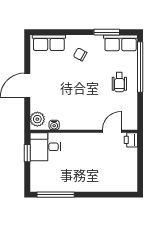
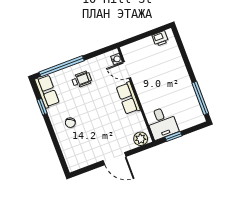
window: (107, 32) -> (42, 107), width x0.67
row of seats: (49, 43) -> (128, 98), moved, turned 180
water cooler: (54, 125) -> (116, 59), moved
printer: (131, 140) -> (160, 39), moved

